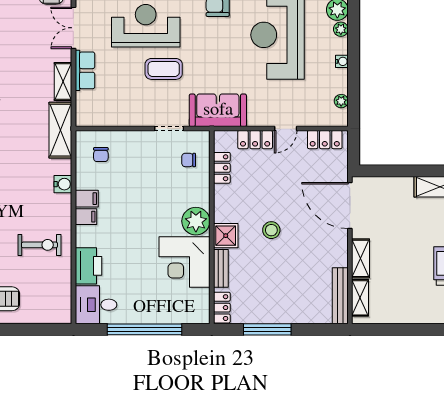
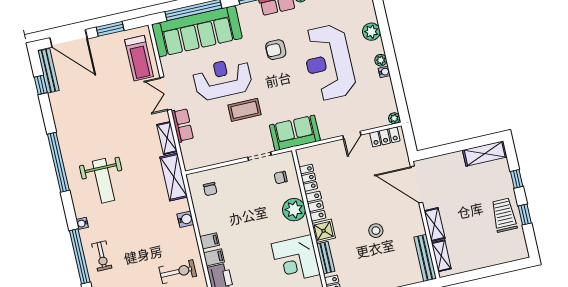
plant: (341, 29) -> (381, 60), moved
plant: (341, 101) -> (394, 118), moved
locker: (255, 140) -> (316, 206), moved, turned -90
filing cabinet: (87, 199) -> (214, 257), moved
plant: (196, 221) -> (294, 210), moved
stool: (271, 230) -> (376, 231), moved

